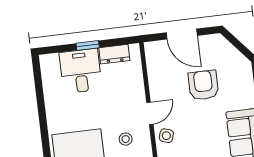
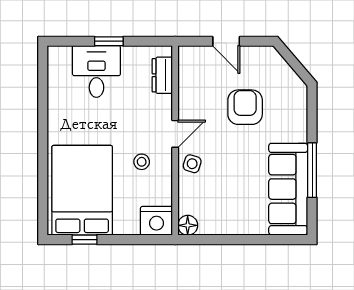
door: (182, 34) -> (226, 41), width x0.73
dresser: (114, 54) -> (162, 75), moved, turned 90

